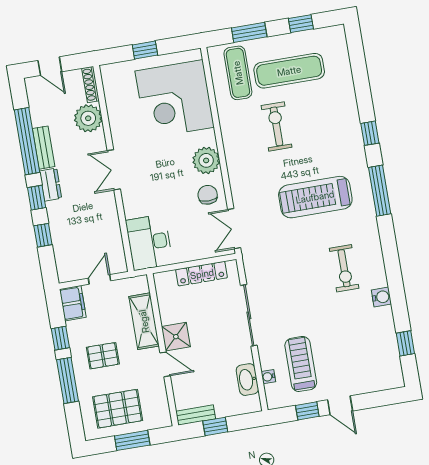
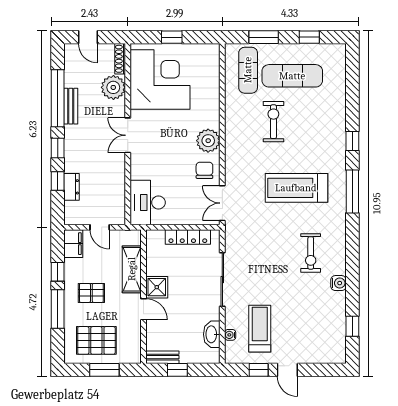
corner desk: (175, 99) -> (160, 79), moved, turned 180
dresser: (51, 185) -> (71, 187), moved
door: (100, 279) -> (100, 227), swing flipped

